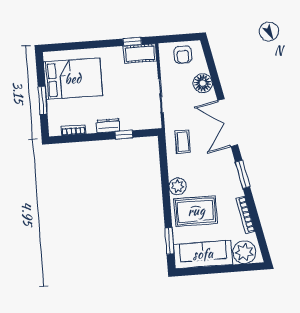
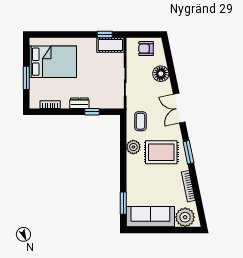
armchair: (183, 54) -> (146, 49), turned 90
double door: (228, 123) -> (179, 108), width x0.73
plant: (178, 186) -> (133, 147), moved
rug: (196, 211) -> (161, 152), moved

